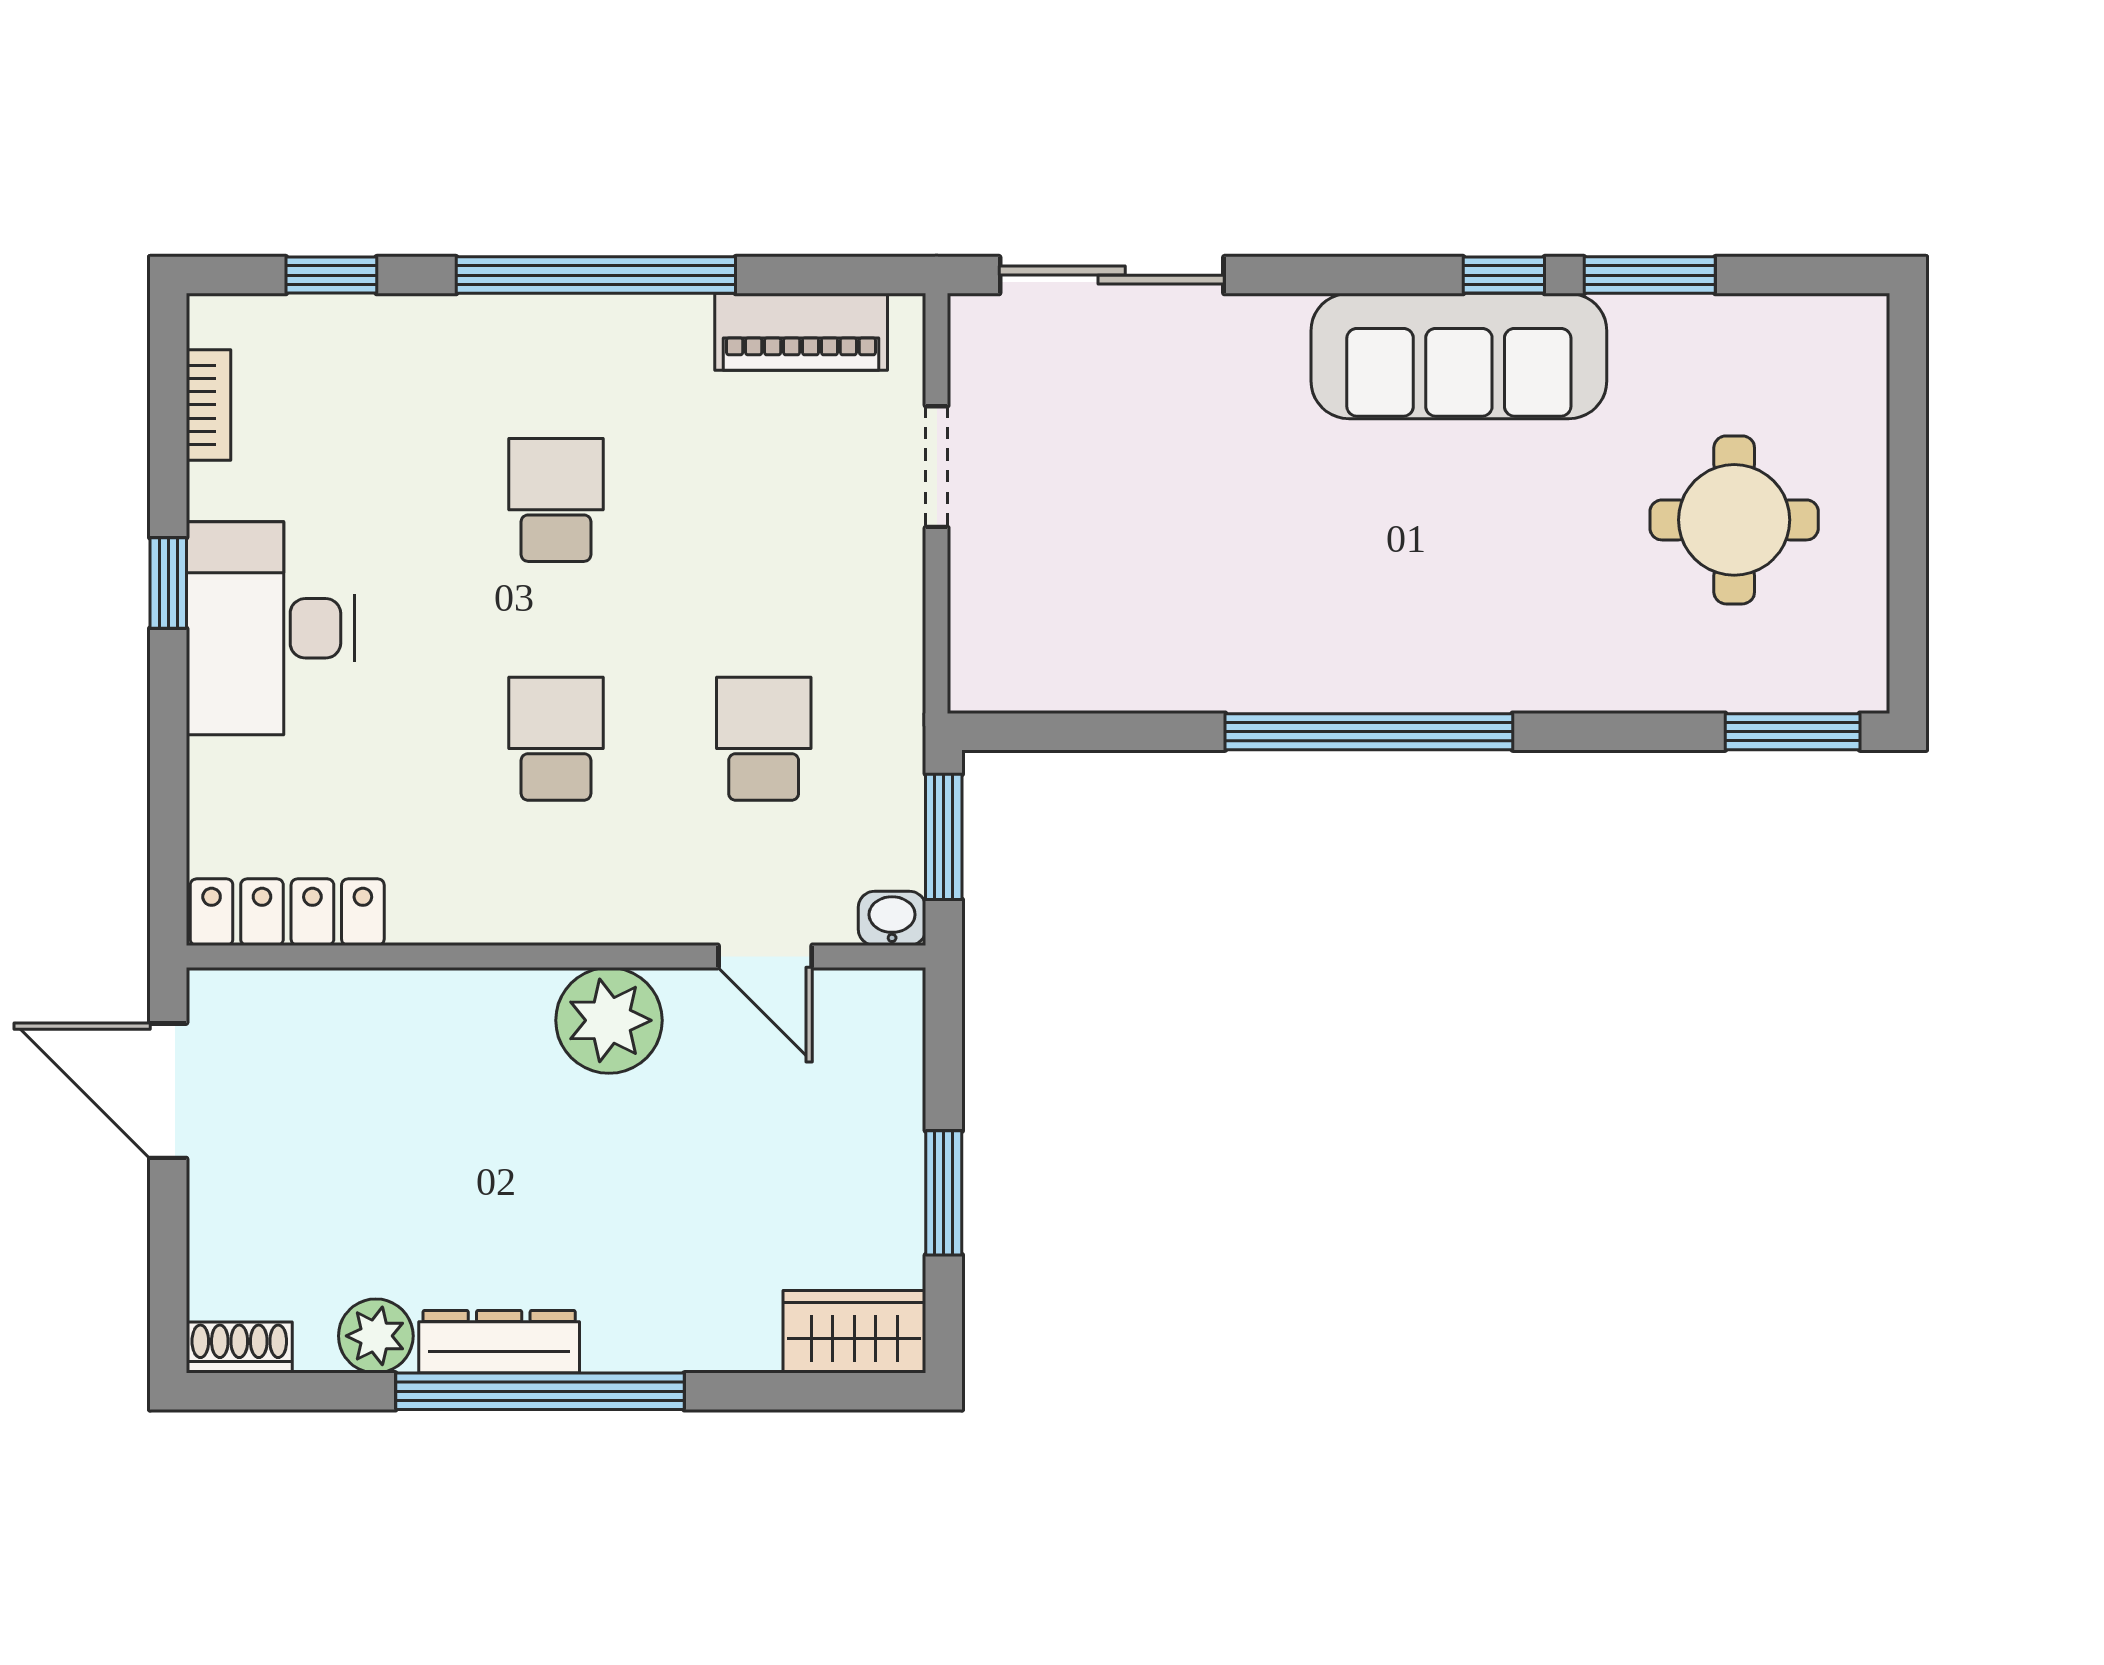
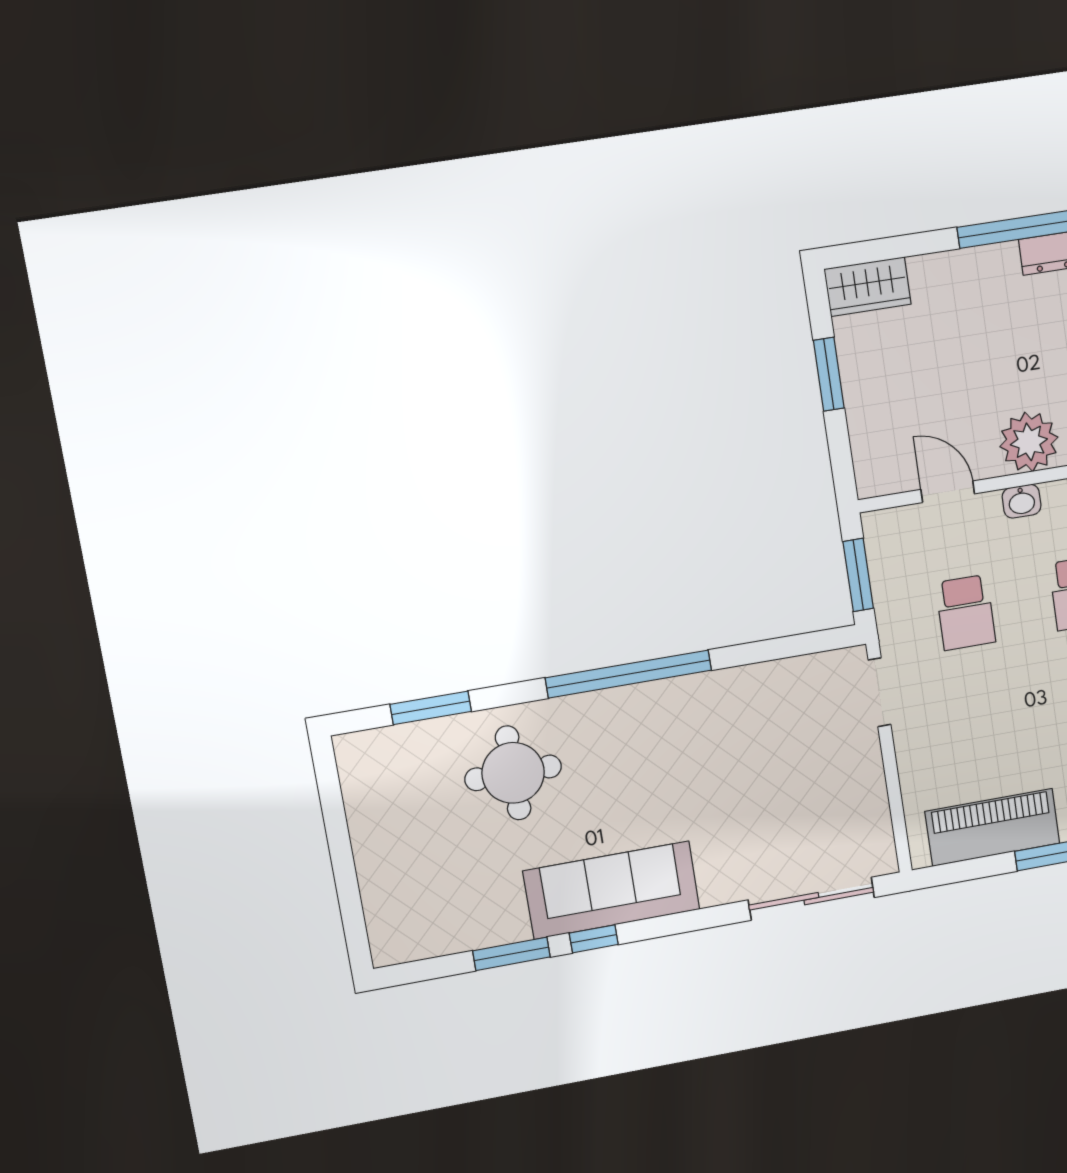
piano: (801, 332) -> (992, 827), width x1.37, depth x1.33
doorway: (937, 467) -> (880, 692), moved
round table: (1734, 520) -> (513, 773), moved
window: (1793, 732) -> (431, 708), moved
washbasin: (892, 918) -> (1022, 501), moved

